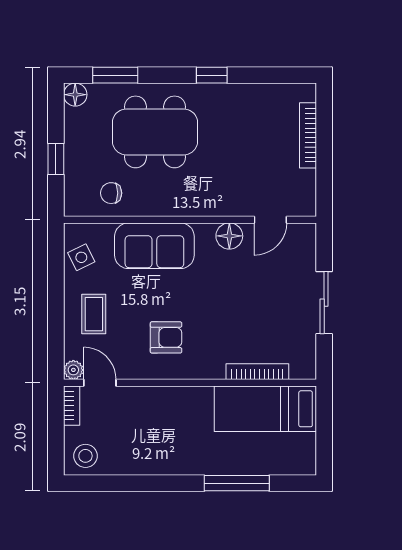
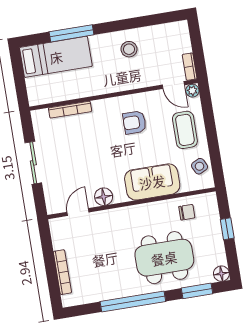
window: (212, 75) -> (133, 301), width x3.17
coffee table: (94, 314) -> (185, 130), width x1.36, depth x1.30
bed: (265, 409) -> (56, 57), moved
stool: (85, 456) -> (129, 49), moved

